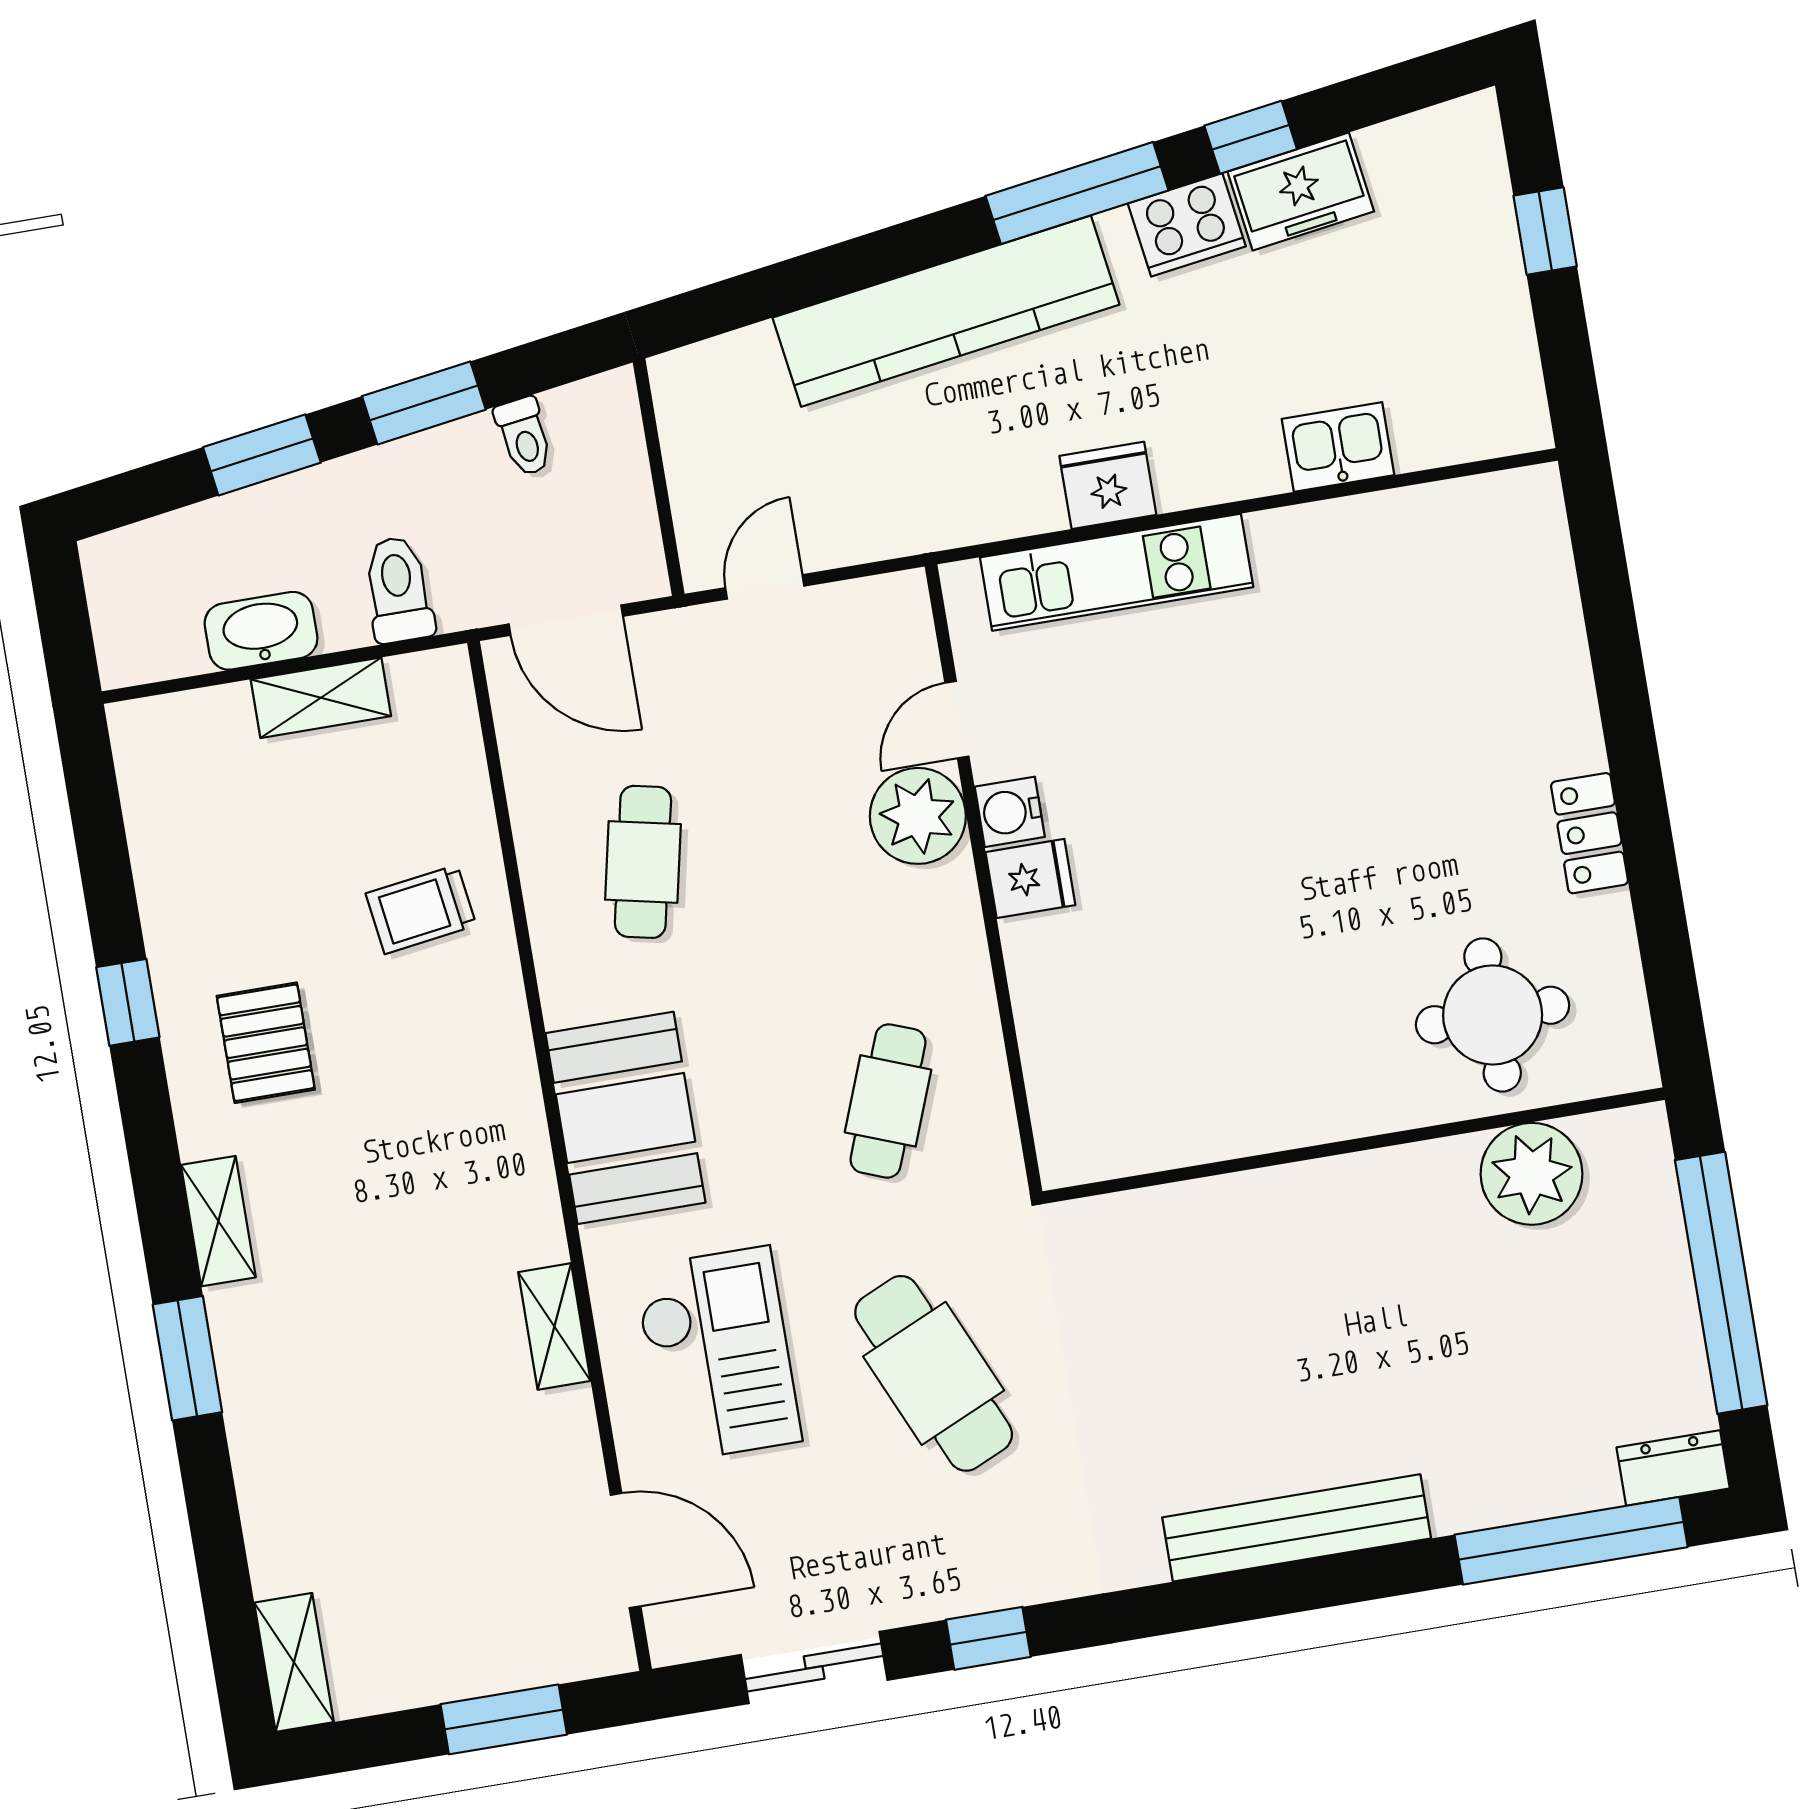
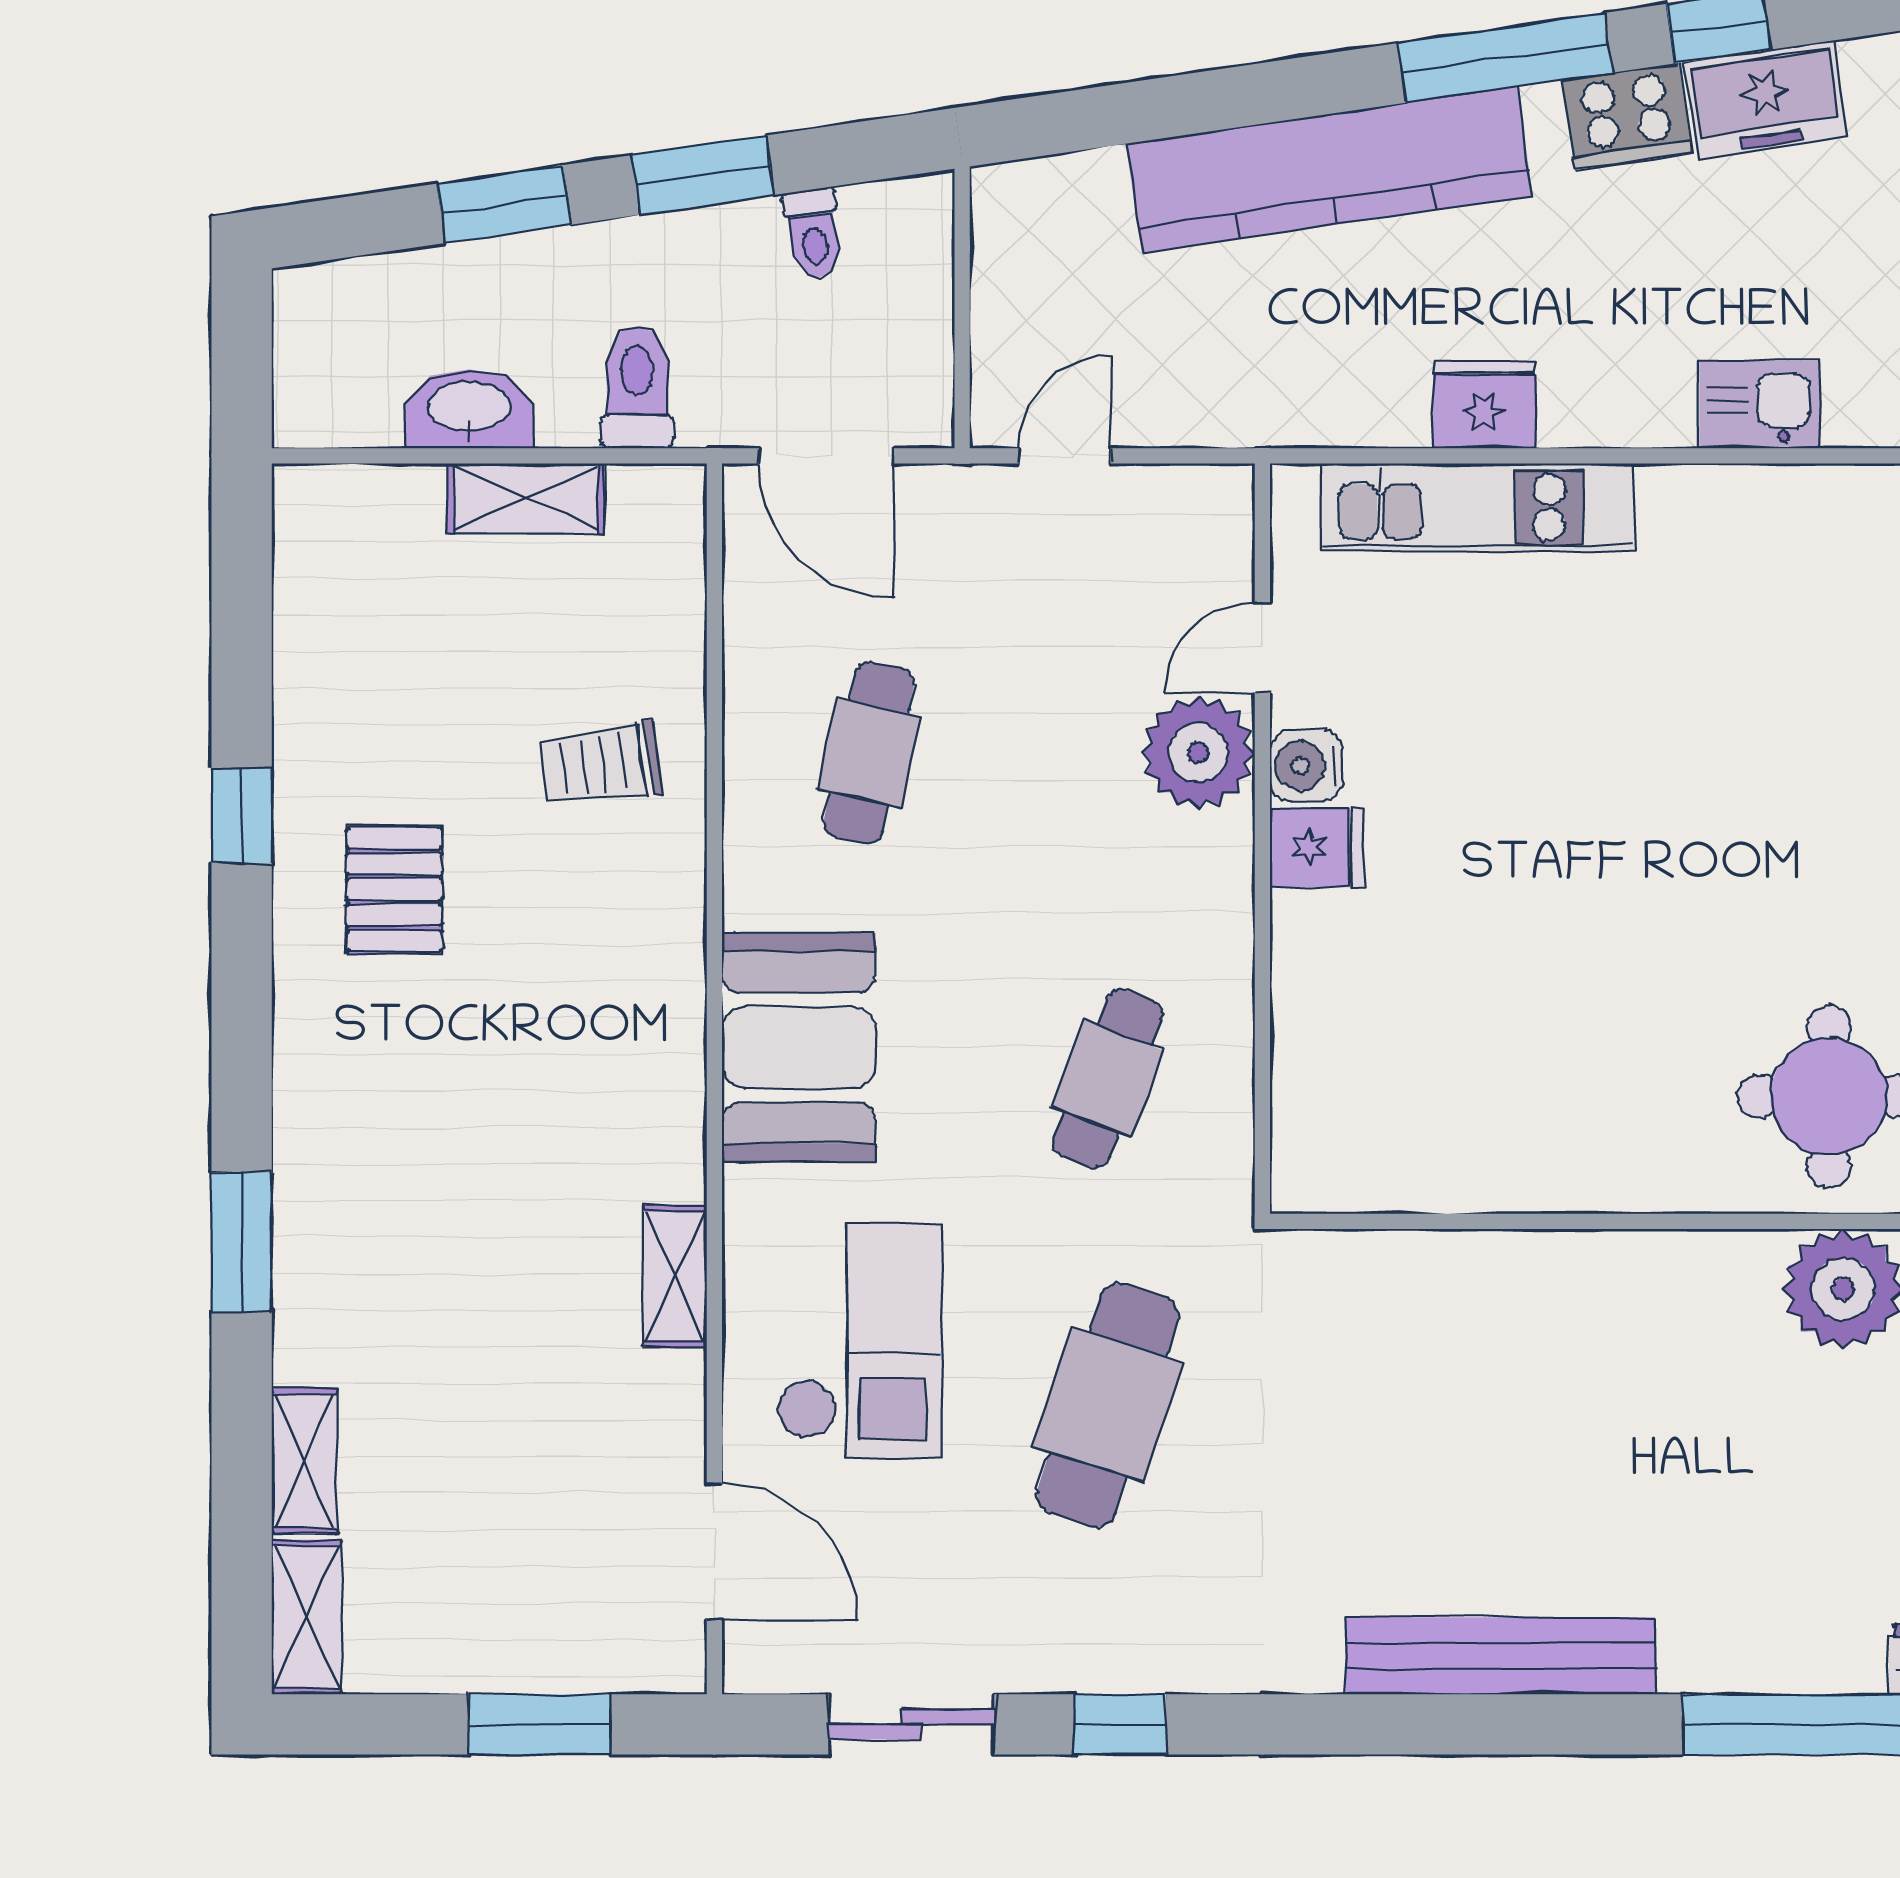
shelving: (218, 1221) -> (304, 1461), moved
cafe table: (934, 1373) -> (1108, 1405), turned 42

